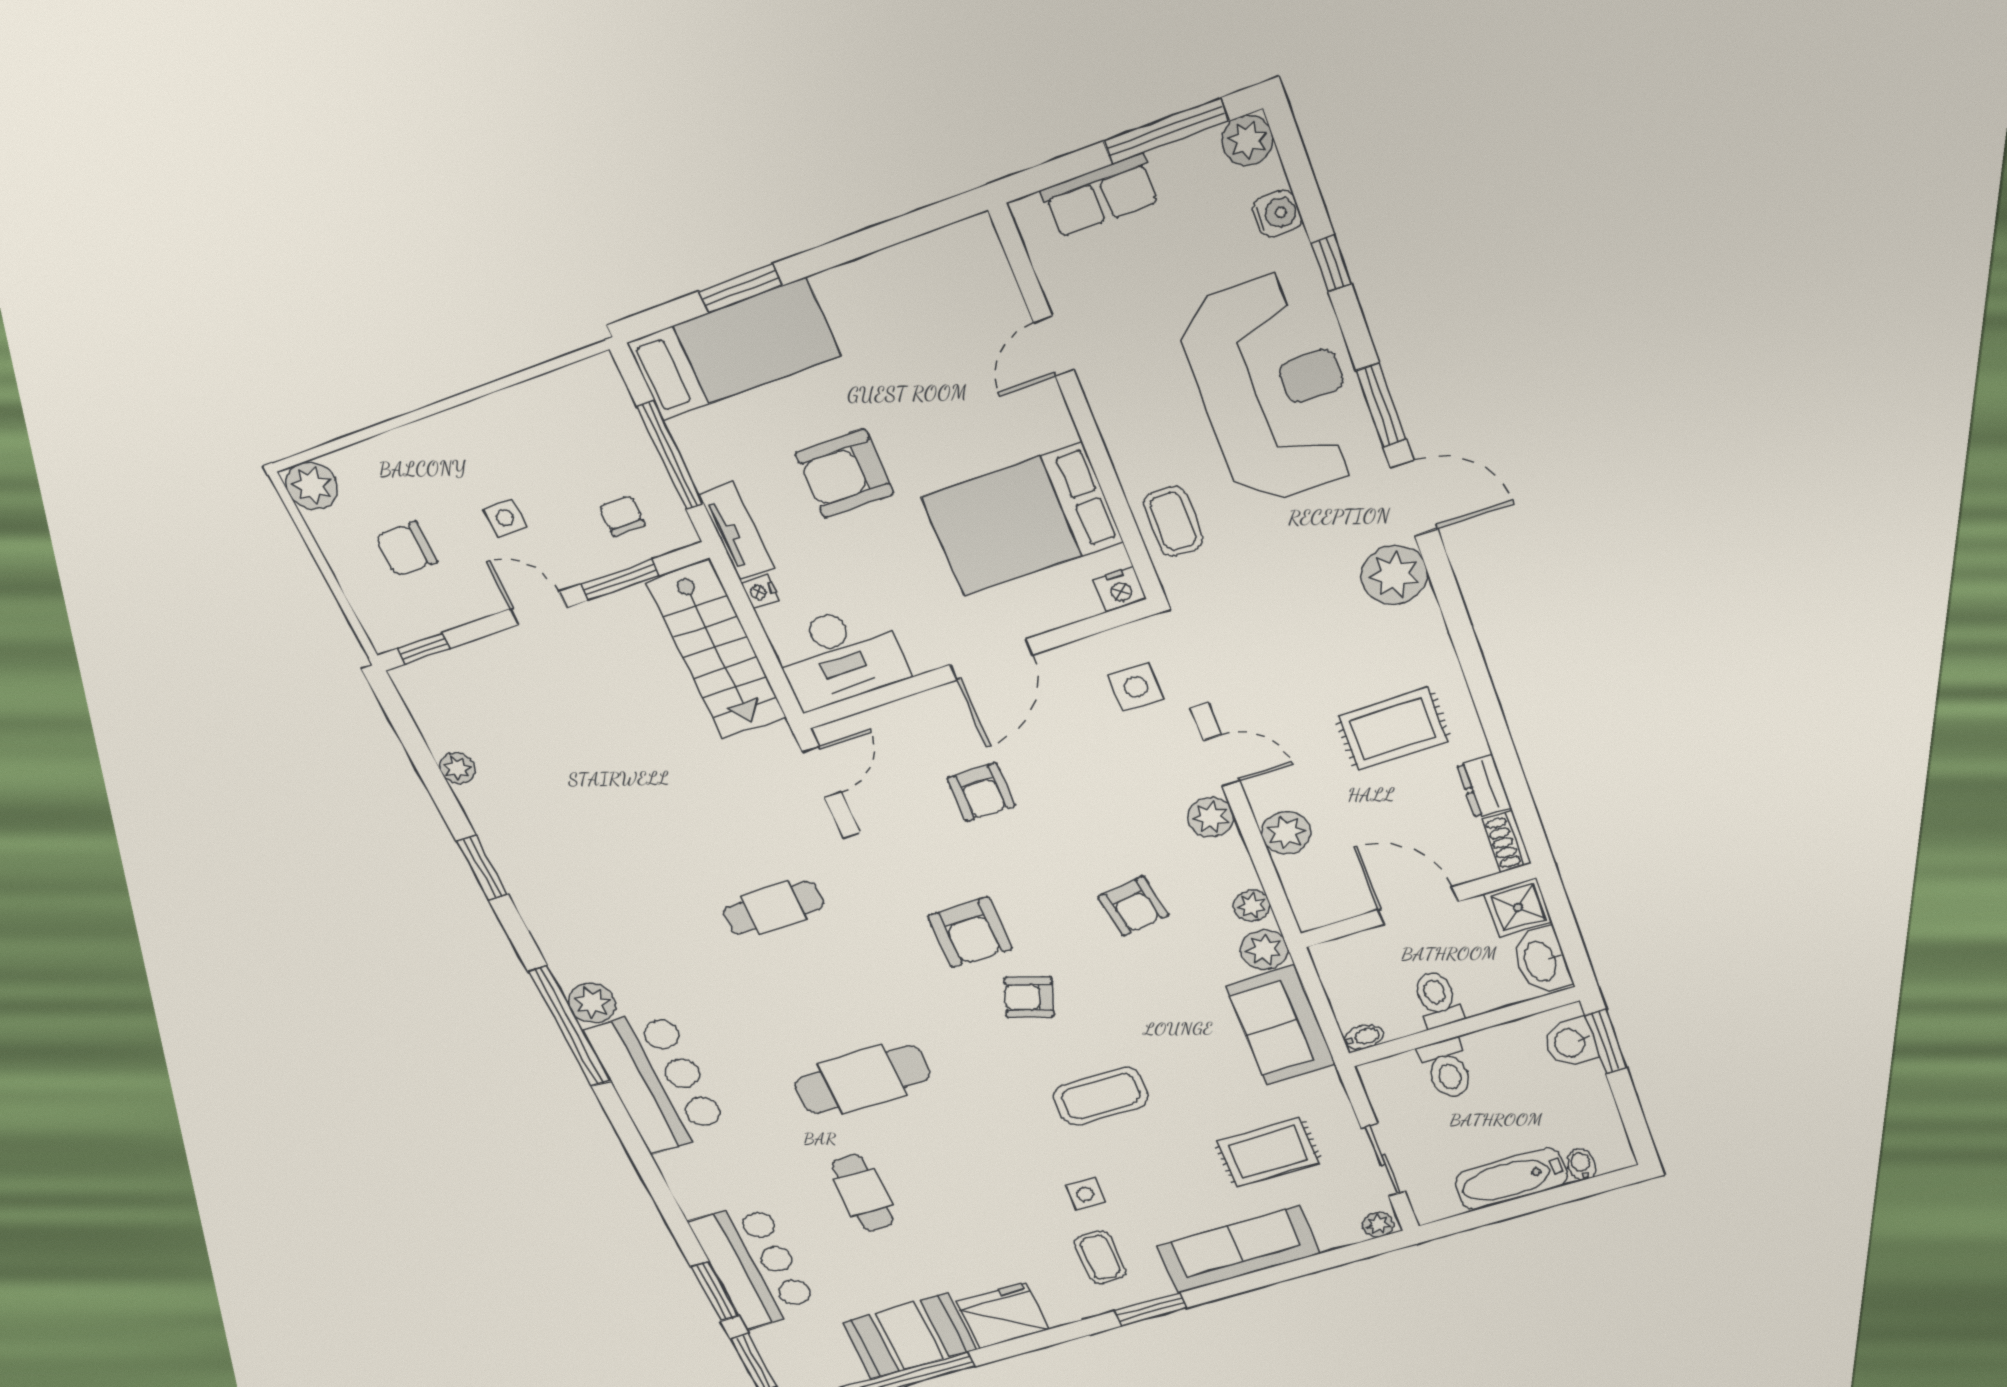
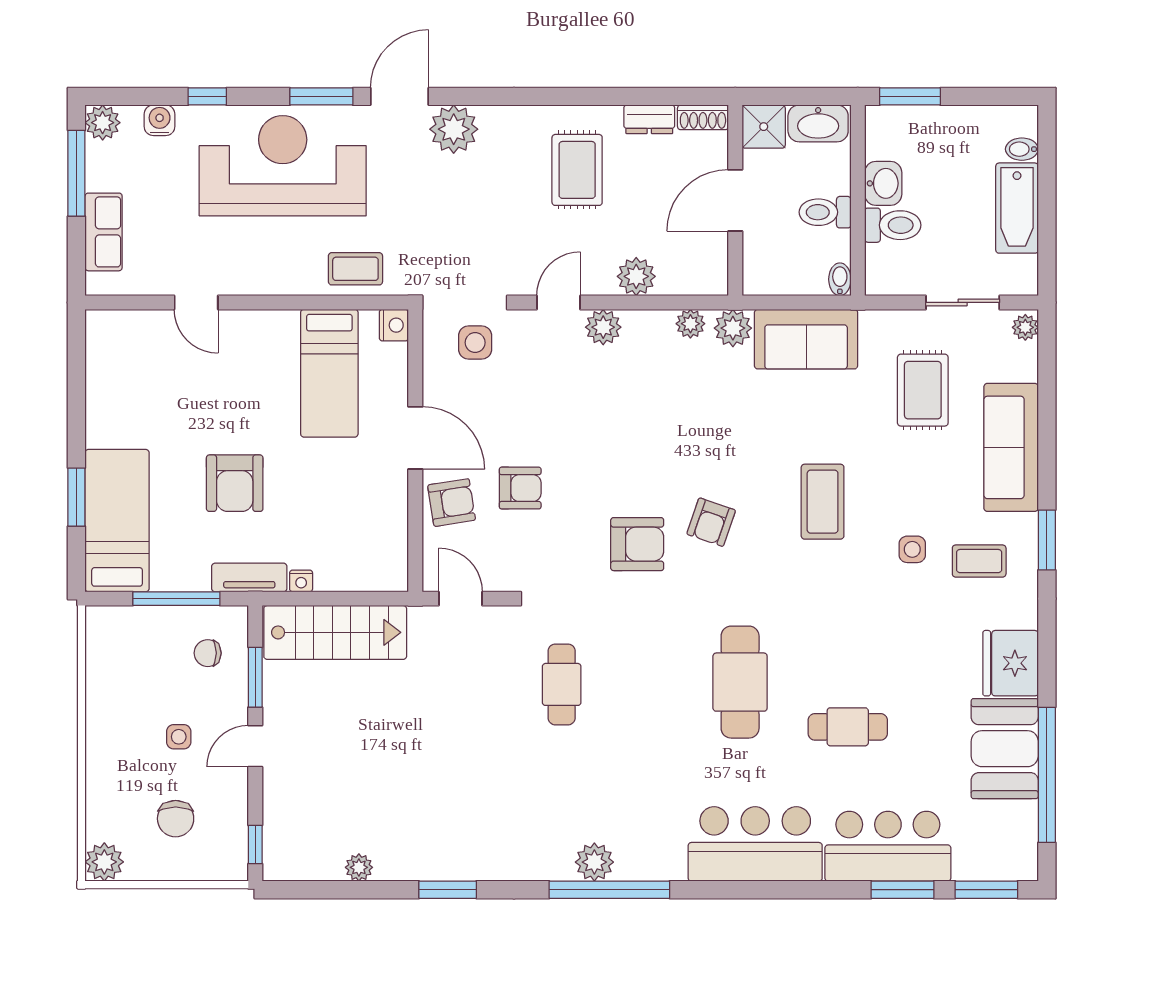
bed: (1022, 519) -> (329, 373), width x0.67
desk: (839, 656) -> (372, 546), removed
armchair: (1133, 906) -> (452, 503), moved
washbasin: (1571, 1043) -> (883, 183), moved, turned -90
bar counter: (657, 1081) -> (755, 844), moved

